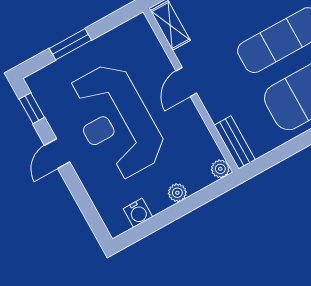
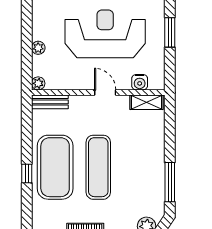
water cooler: (138, 213) -> (140, 82), moved, turned -90

